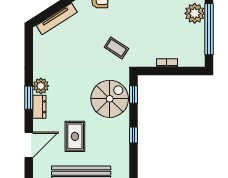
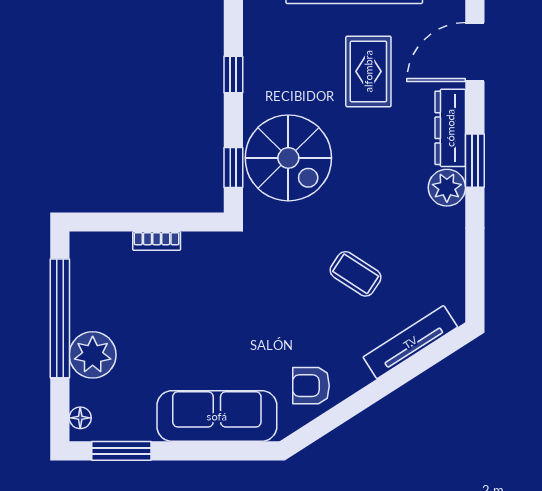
coffee table: (116, 48) -> (356, 274), moved
spiral stairs: (110, 99) -> (288, 158), turned -90
dresser: (39, 107) -> (450, 128), width x1.44

